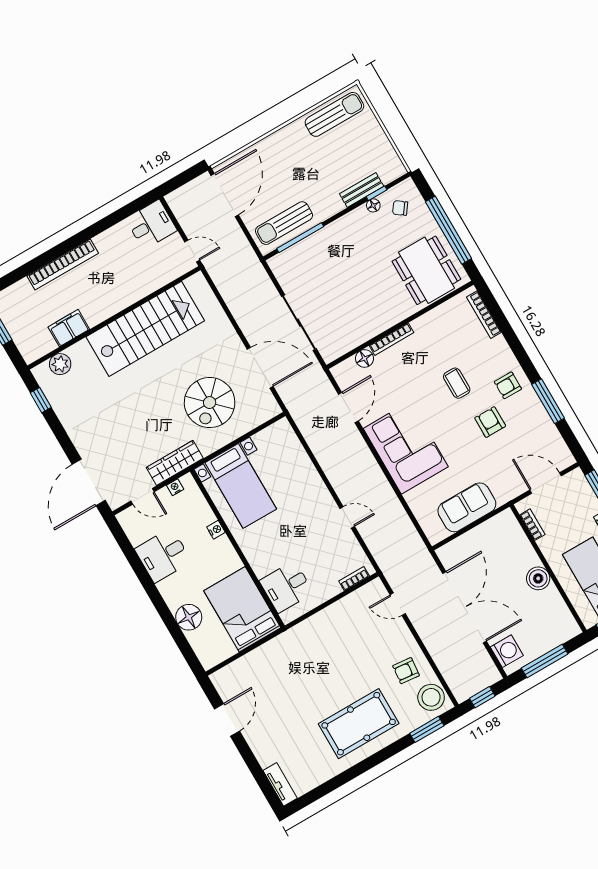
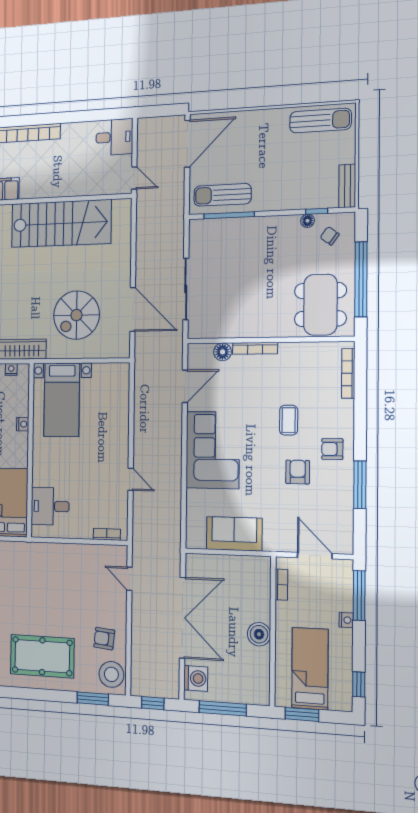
bench: (362, 190) -> (347, 186), moved, turned 90

